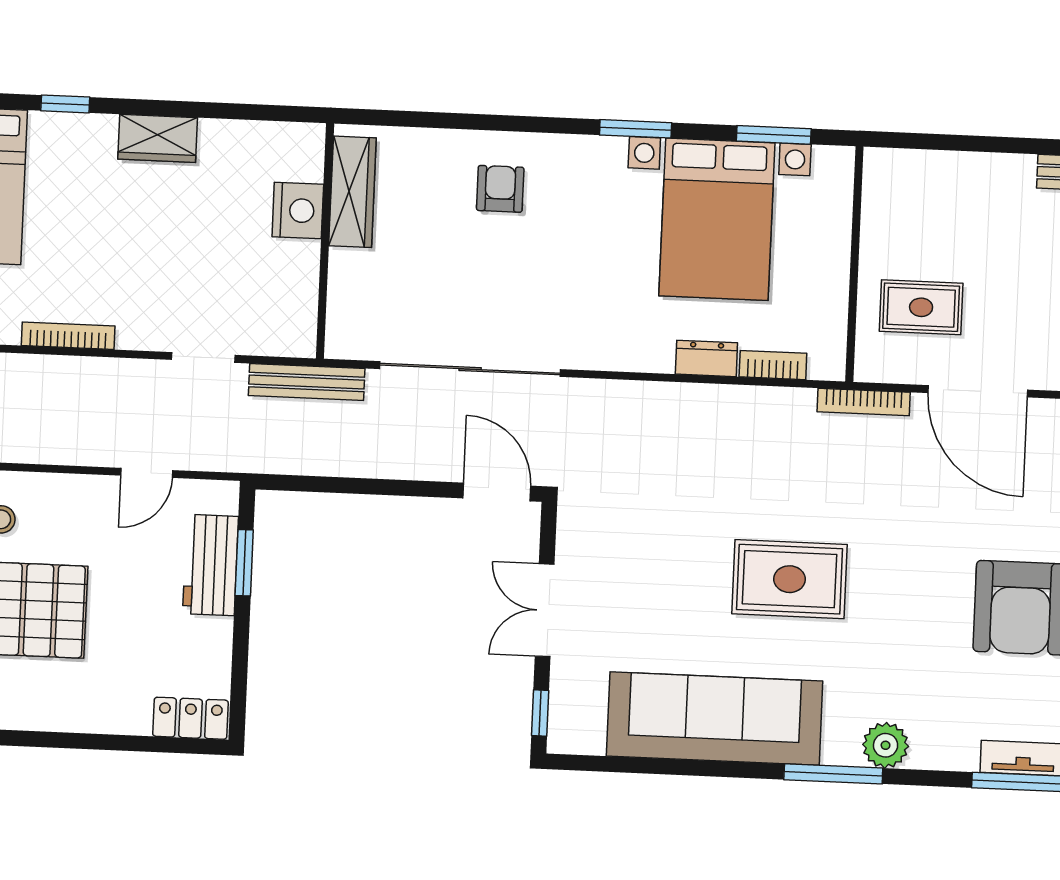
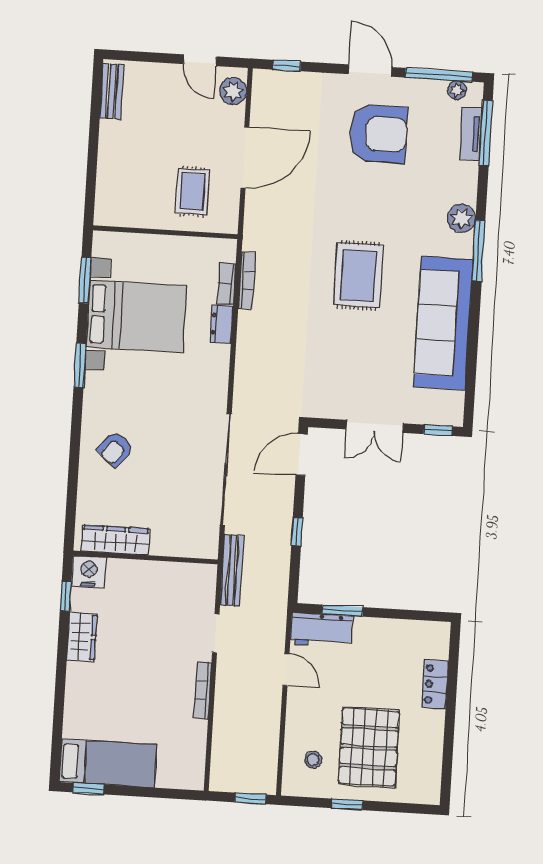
window: (65, 104) -> (66, 596), moved
wardrobe: (158, 138) -> (82, 637), moved
armchair: (500, 189) -> (115, 449), turned -50
nightstand: (298, 211) -> (89, 572), moved
bookcase: (68, 336) -> (203, 690), moved
bookcase: (864, 402) -> (247, 281), moved
window: (371, 487) -> (297, 532), added
workbench: (210, 565) -> (322, 630), moved
locker: (190, 718) -> (435, 684), moved

